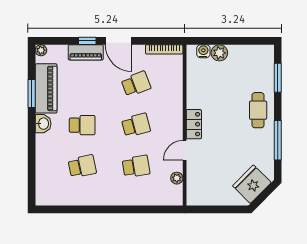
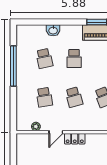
washbasin: (43, 124) -> (53, 30), moved
door: (185, 150) -> (56, 132), swing flipped
window: (93, 209) -> (13, 66), added

